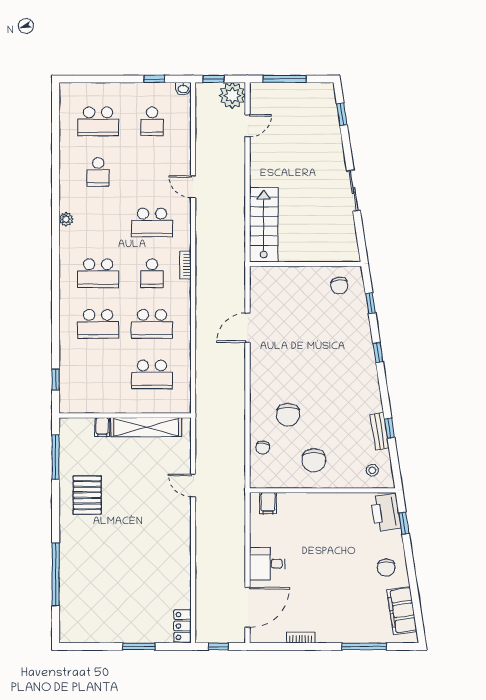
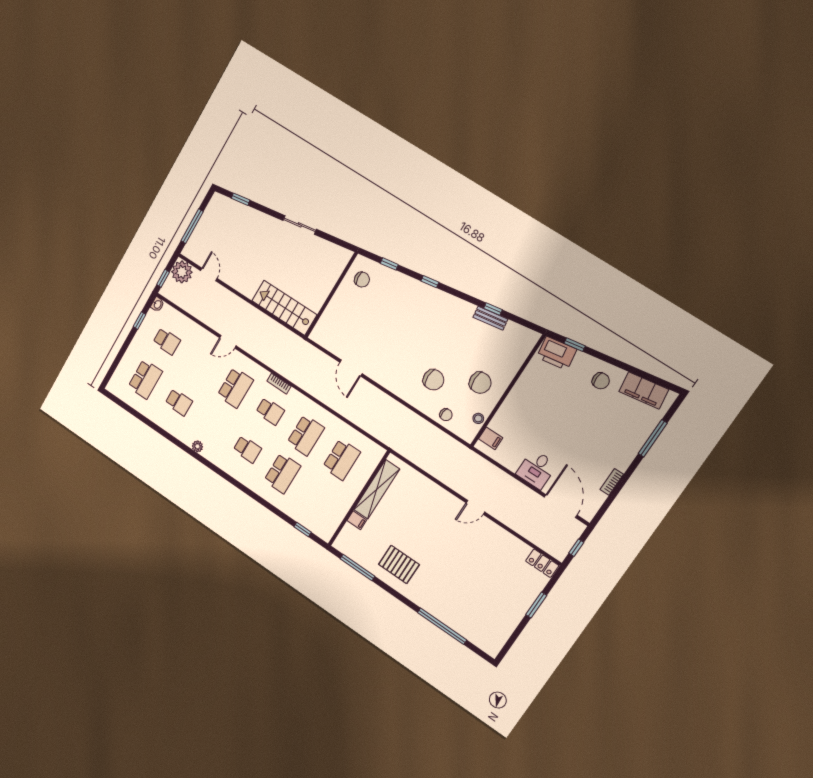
school desk: (98, 273) -> (247, 449), width x0.54
stool: (372, 470) -> (478, 418), moved
door: (193, 485) -> (475, 507), moved

